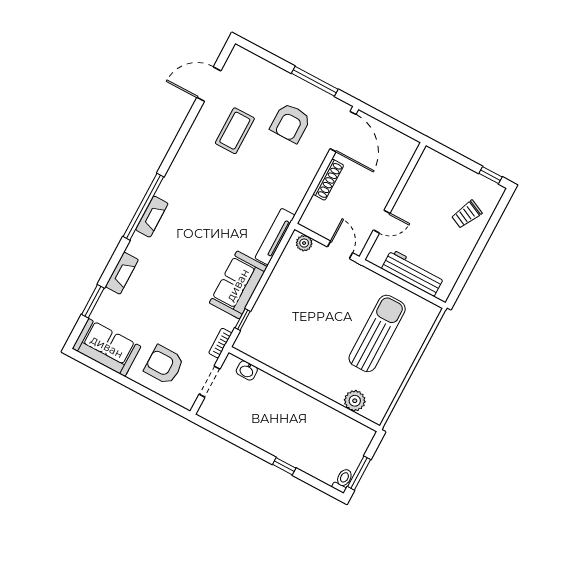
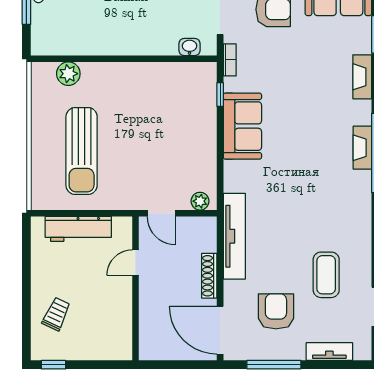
tv unit: (265, 68) -> (329, 352), added
tv unit: (275, 237) -> (234, 236), moved, width x1.36, depth x1.29

